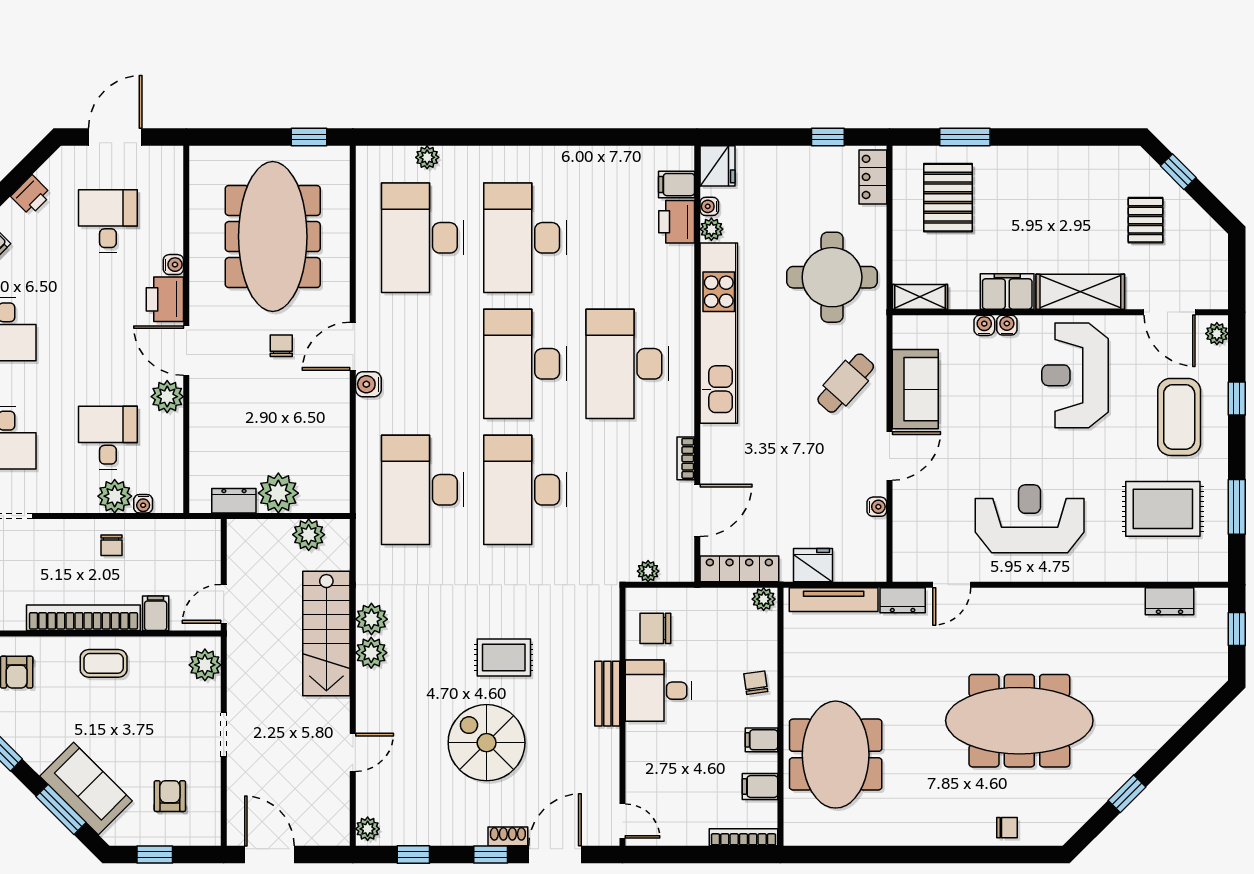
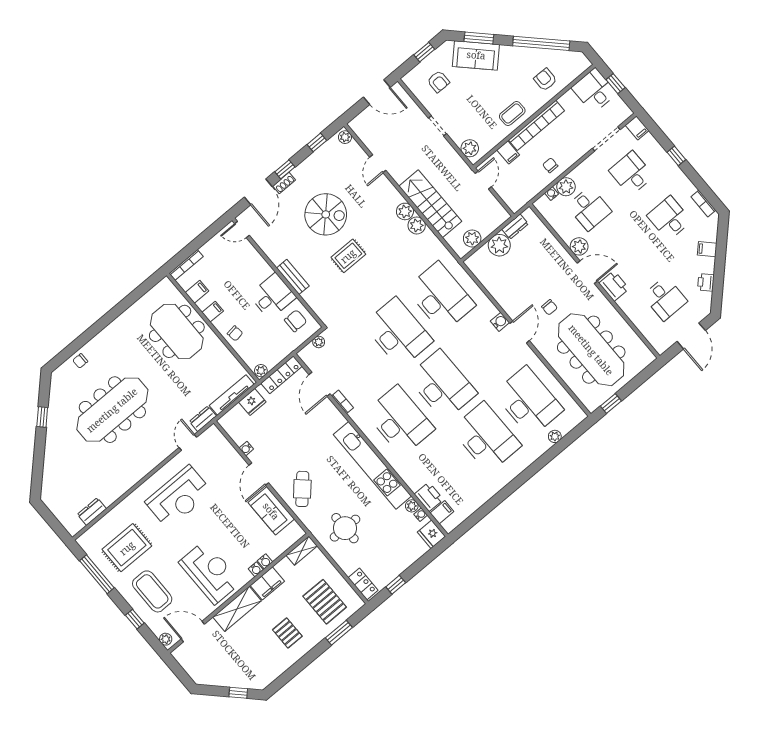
pallet: (1146, 220) -> (287, 633), moved
water cooler: (173, 265) -> (623, 303), removed
round table: (832, 277) -> (345, 528), width x0.73, depth x0.73
window: (1237, 507) -> (97, 574), width x1.44
window: (1237, 629) -> (54, 524), removed

